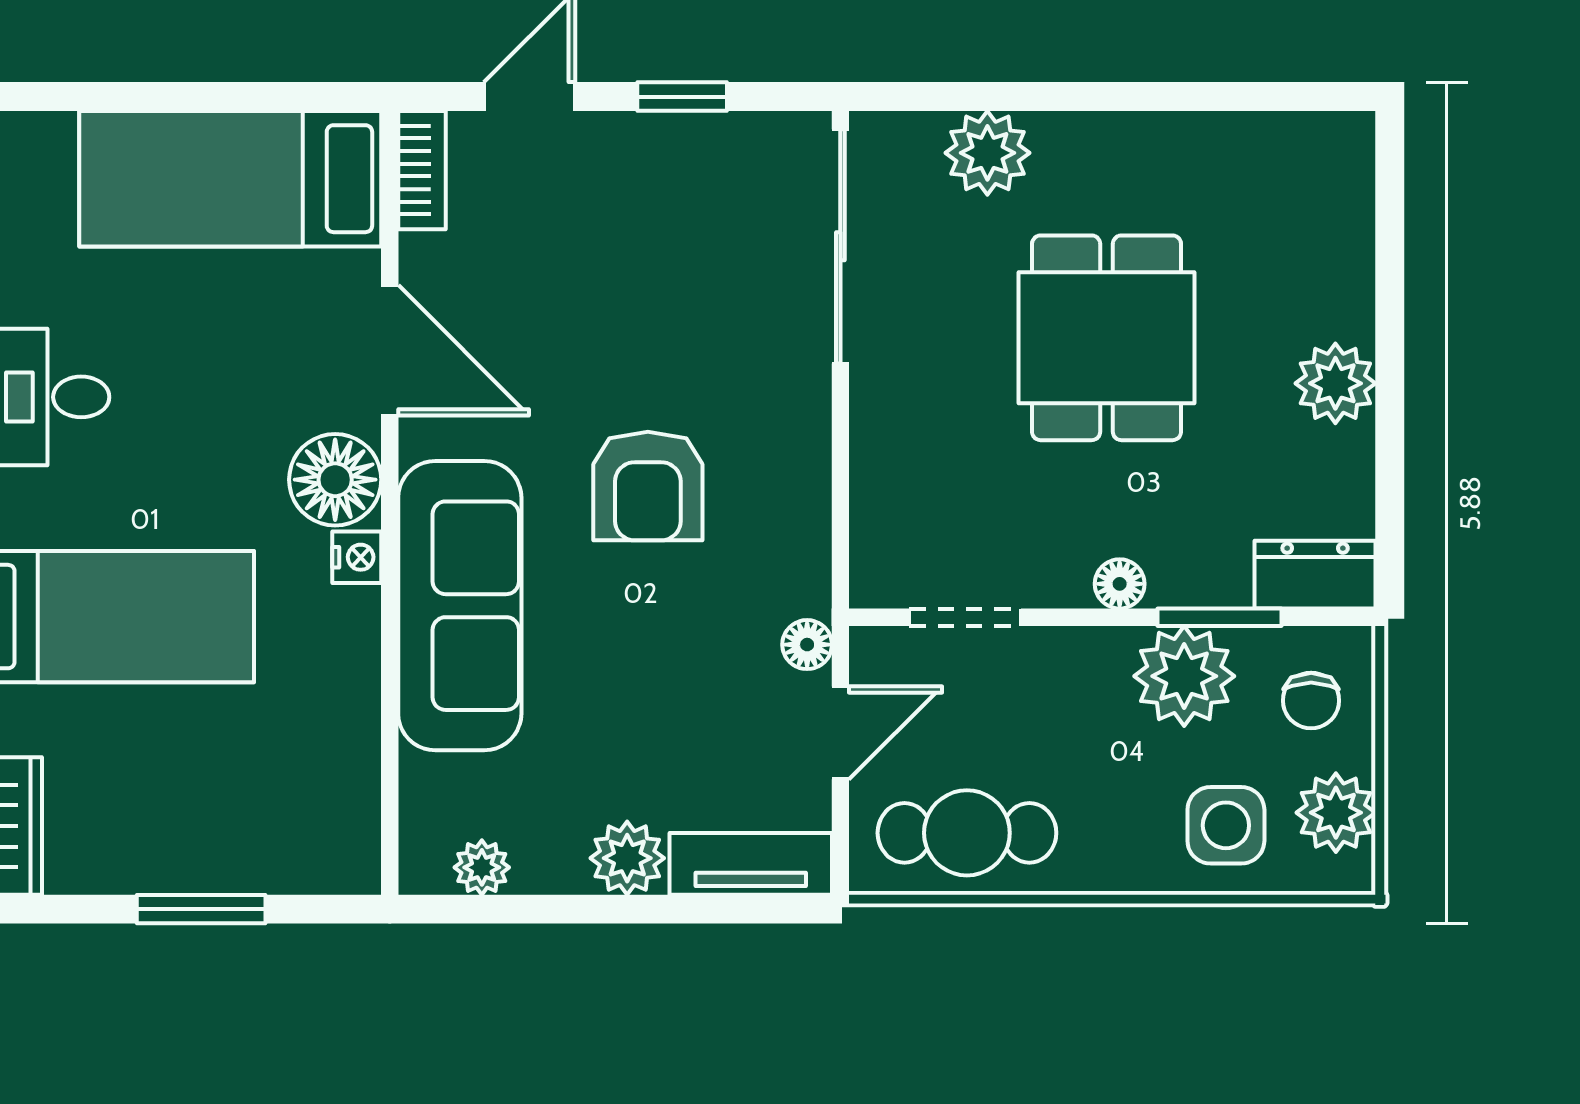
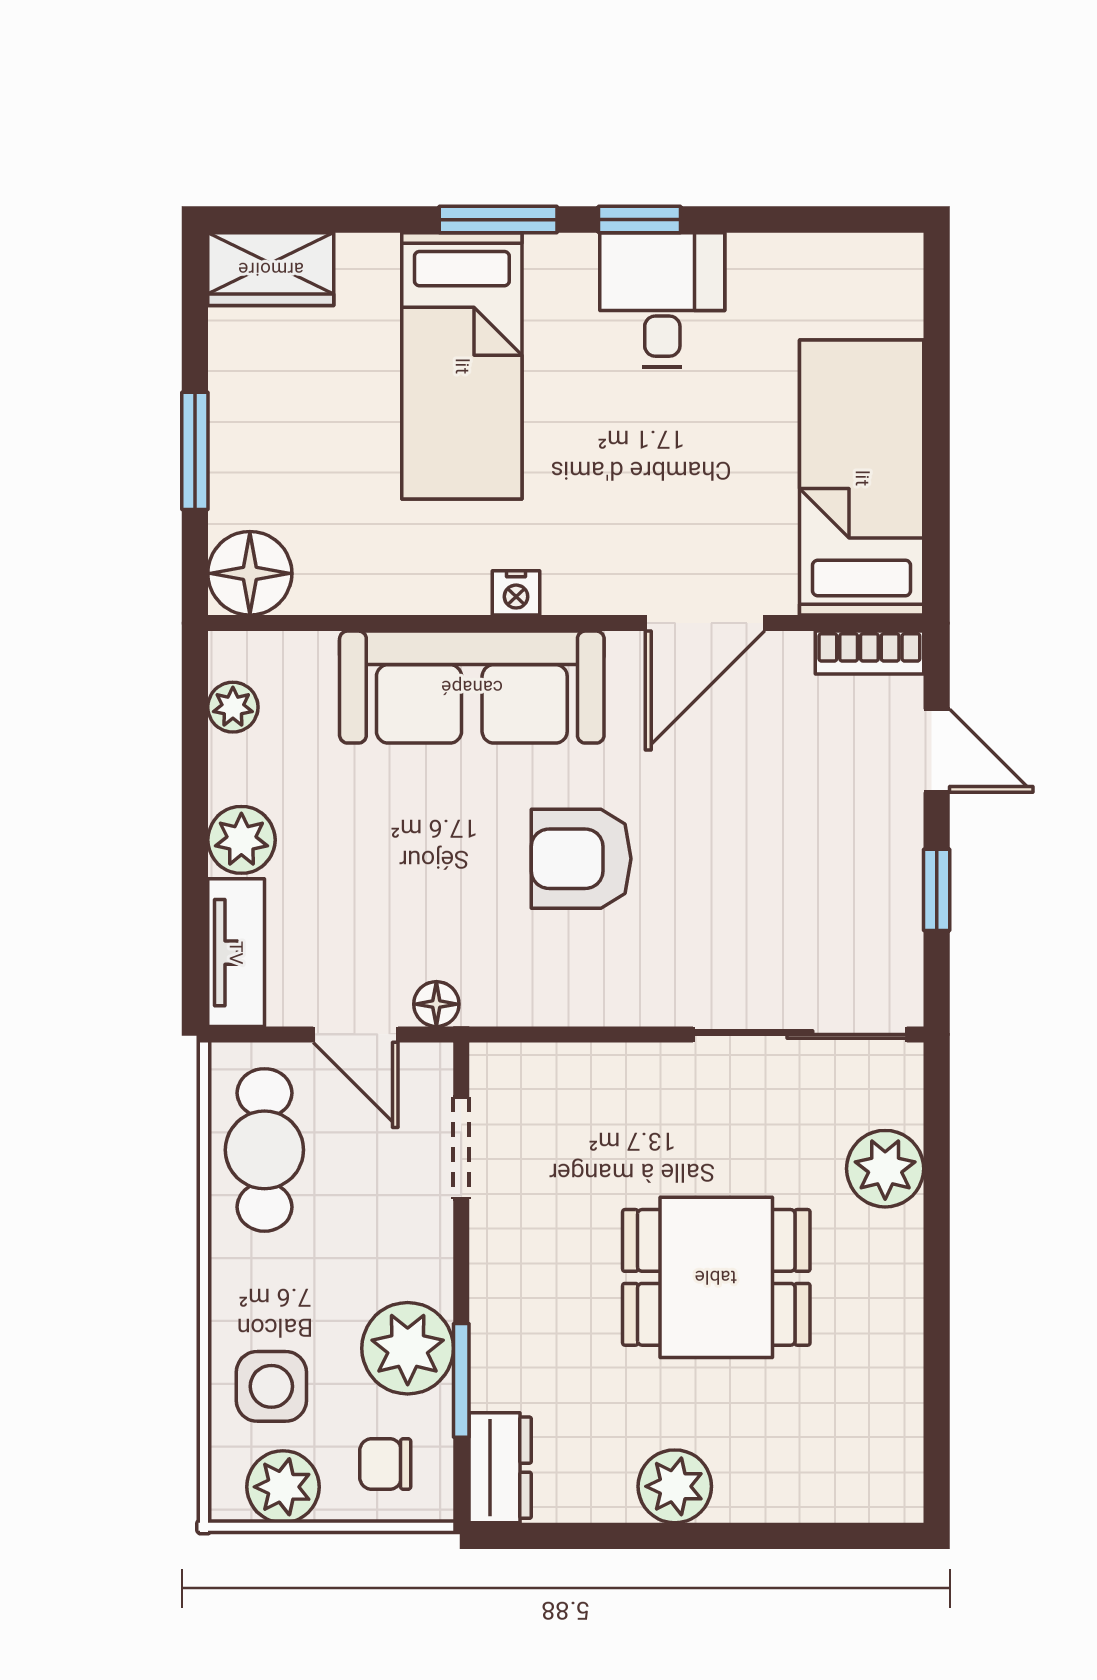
floor lamp: (335, 480) -> (250, 573), moved
floor lamp: (1120, 584) -> (492, 1289), removed

